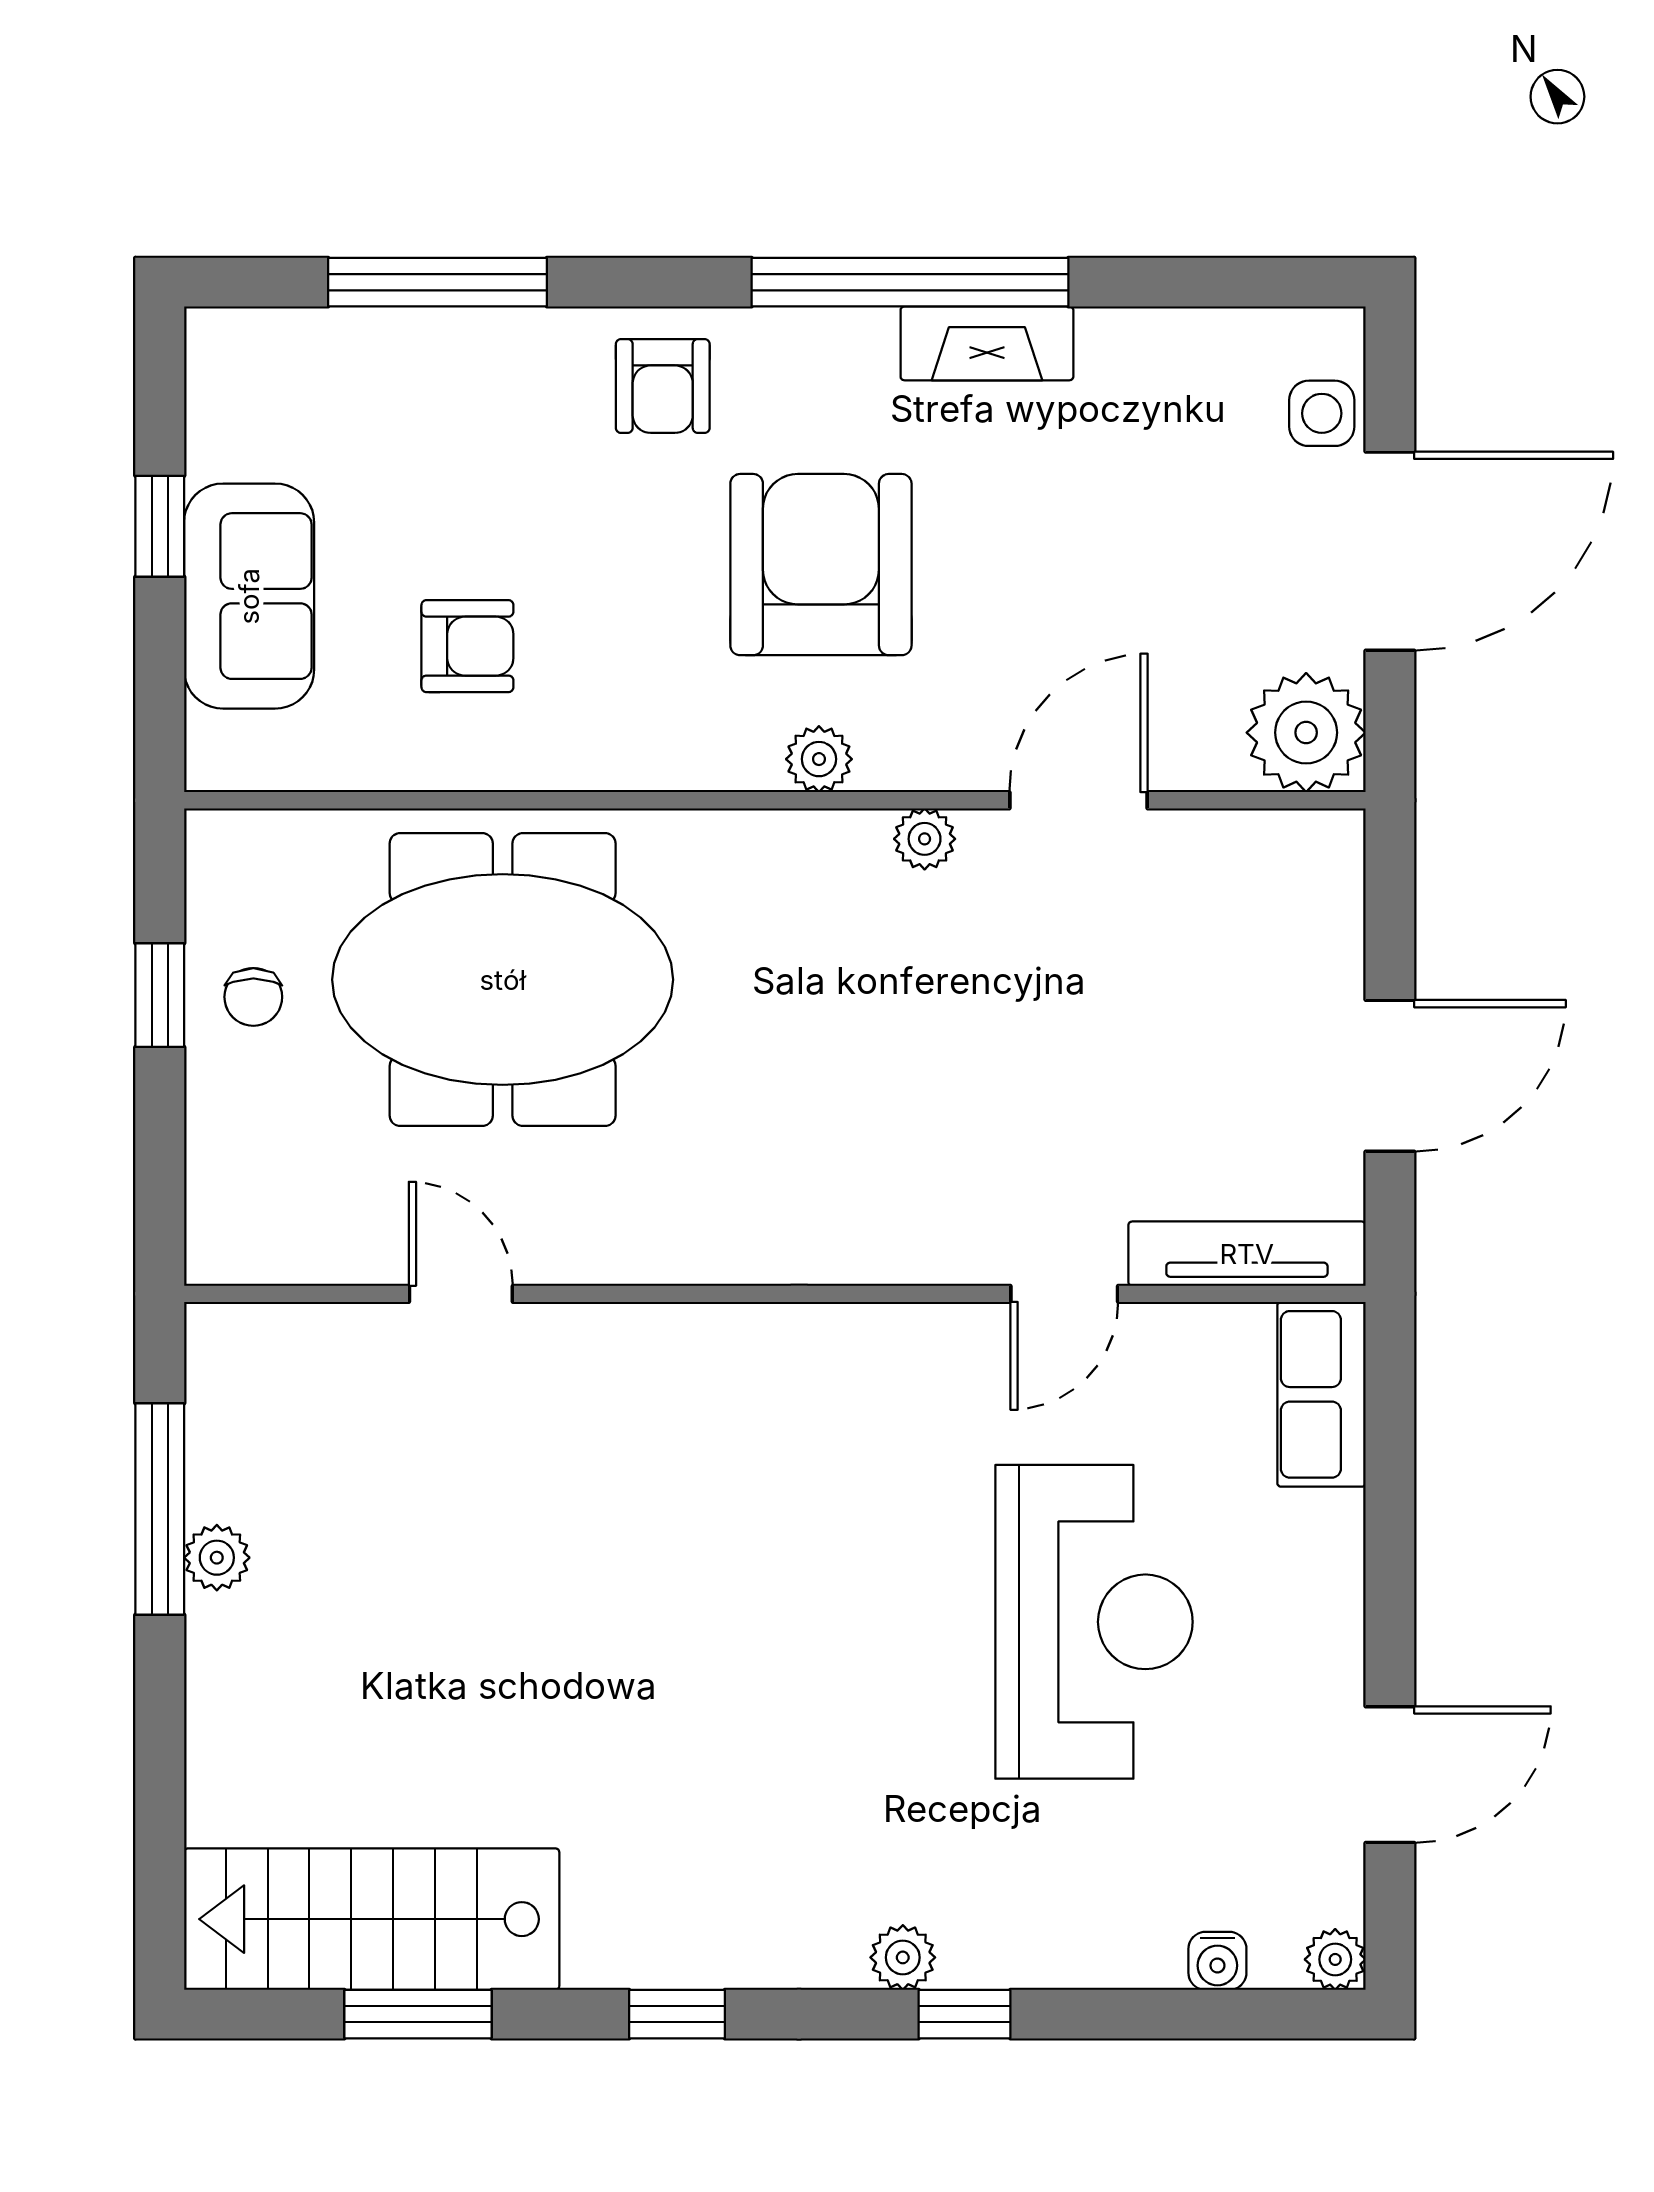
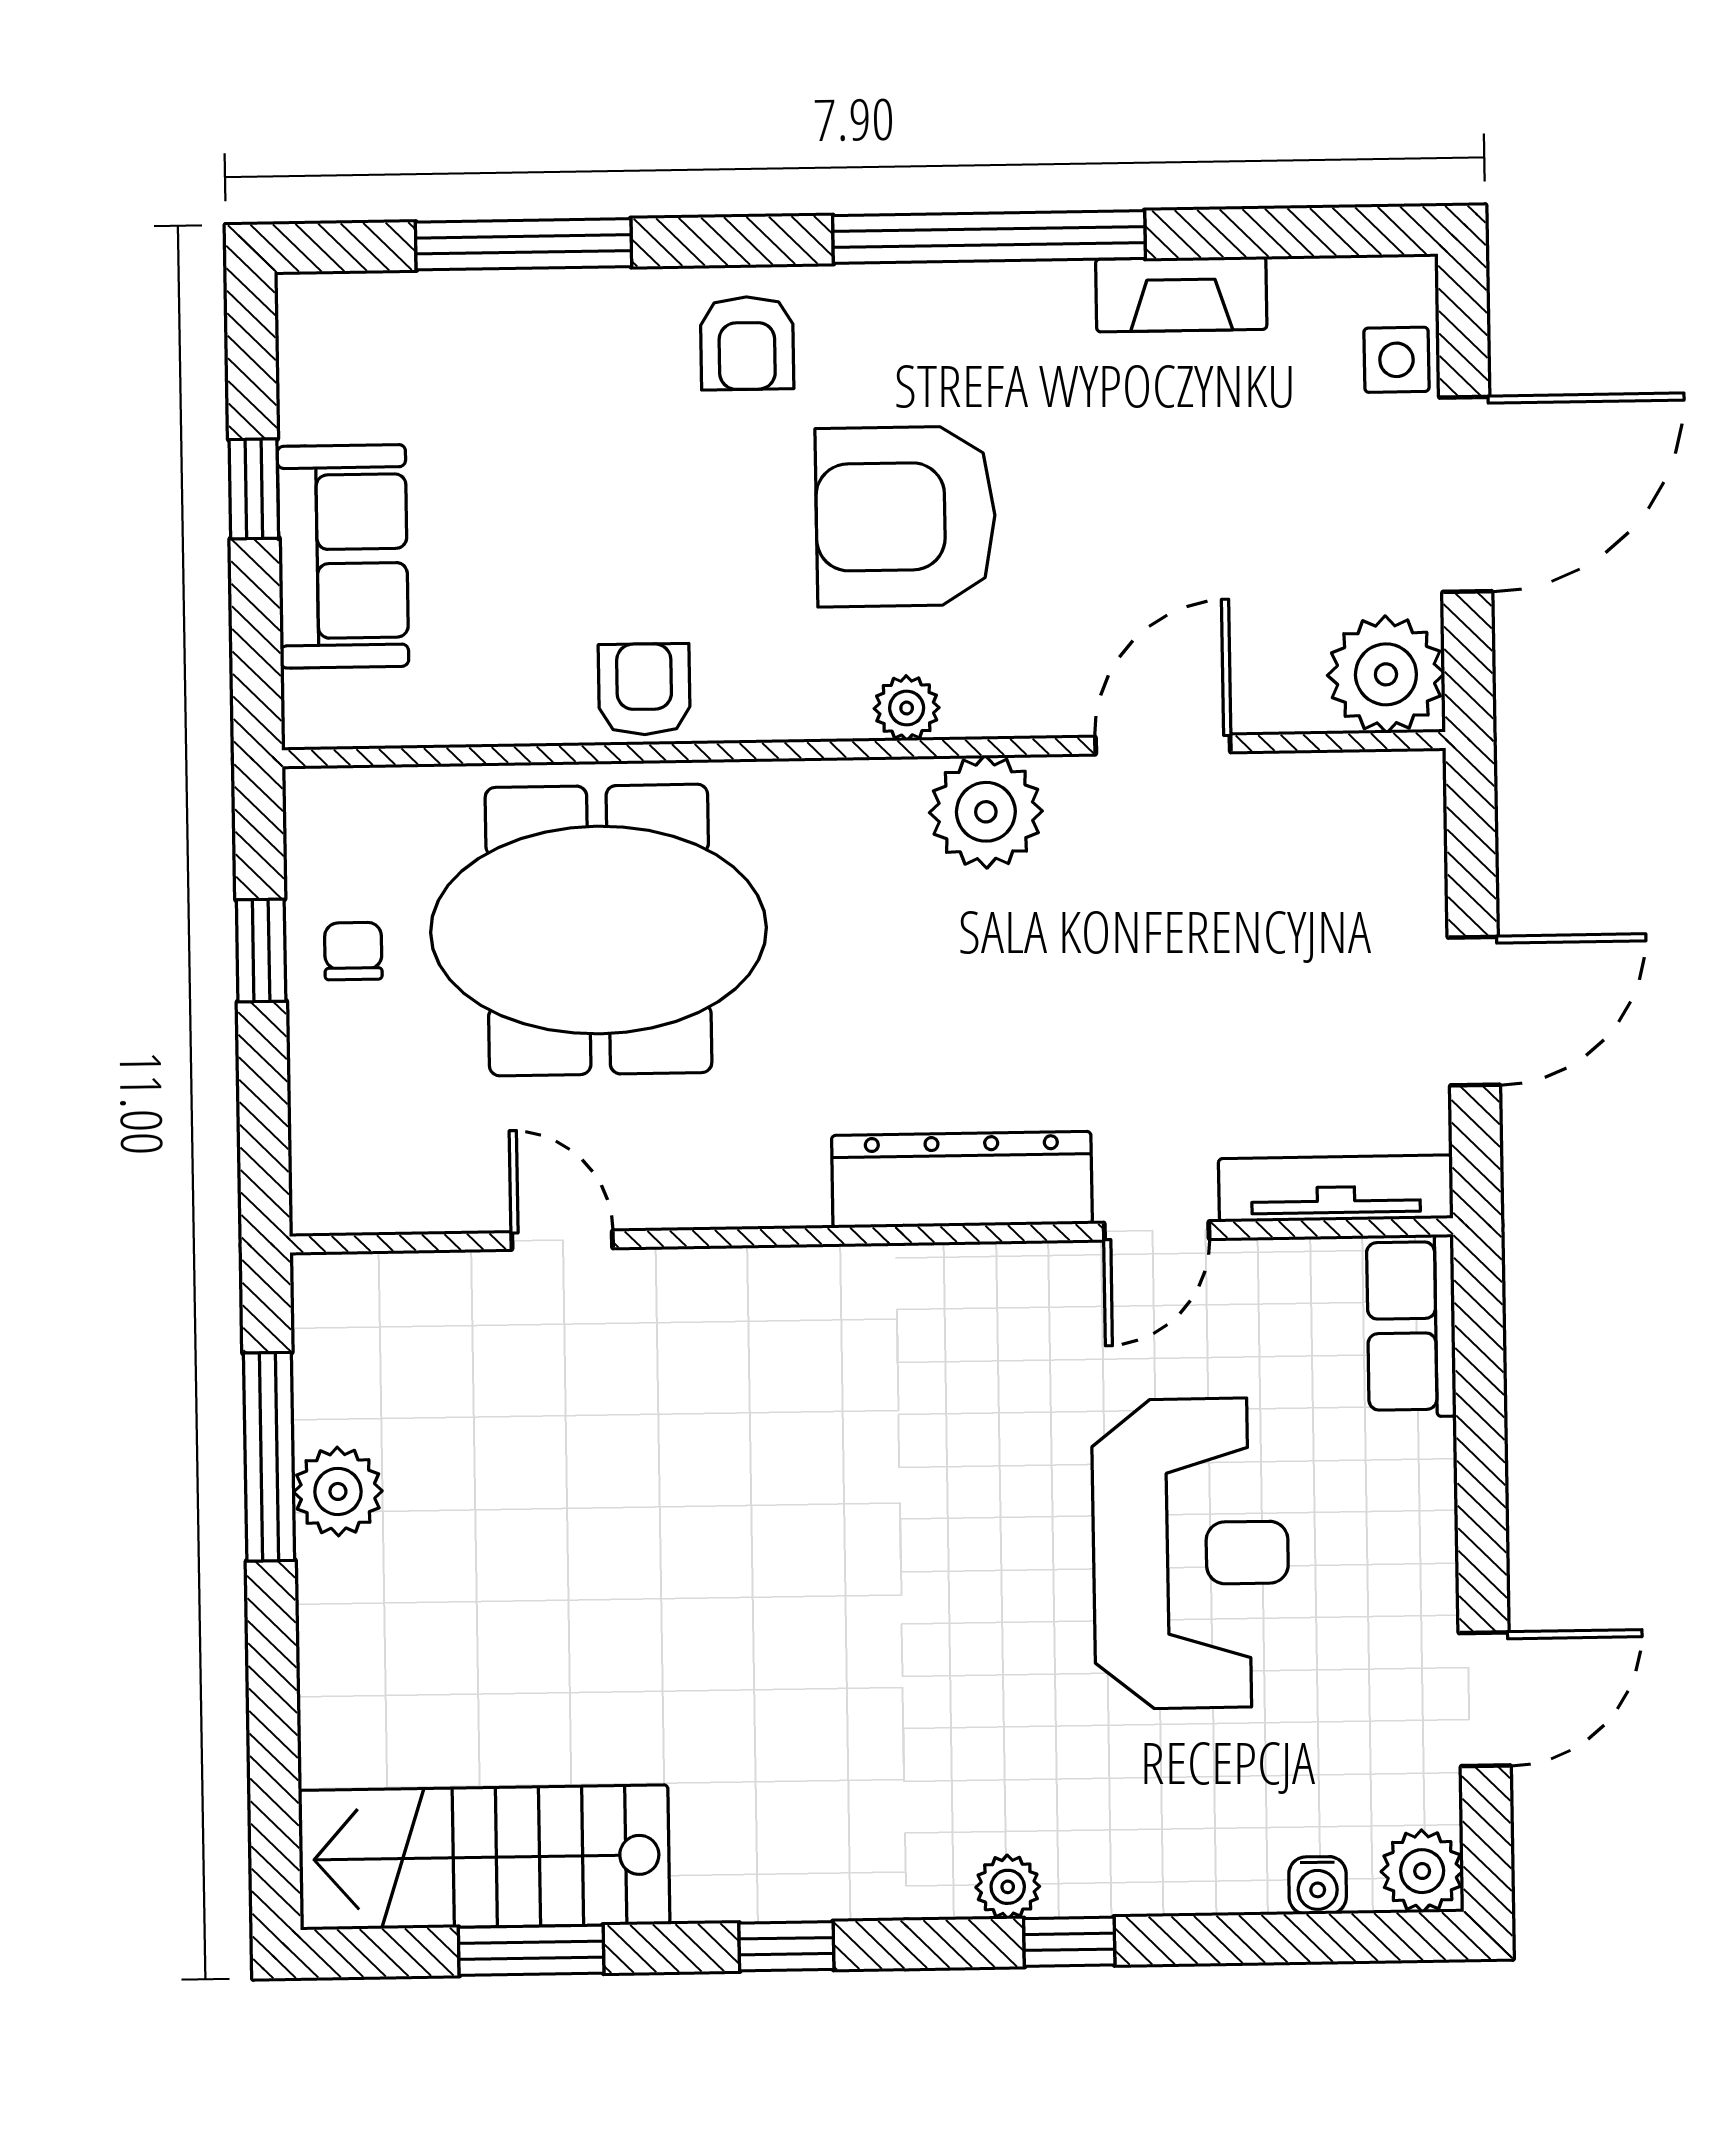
fireplace: (987, 343) -> (1181, 294), moved
armchair: (821, 565) -> (906, 516), turned -90
armchair: (467, 646) -> (644, 689), moved, turned -90
plant: (925, 839) -> (986, 812), width x1.88, depth x1.88
chair: (253, 997) -> (353, 951), turned 180
dresser: (868, 1239) -> (962, 1180), added
plant: (217, 1558) -> (338, 1491), width x1.38, depth x1.38
plant: (1335, 1959) -> (1422, 1871), width x1.38, depth x1.38

